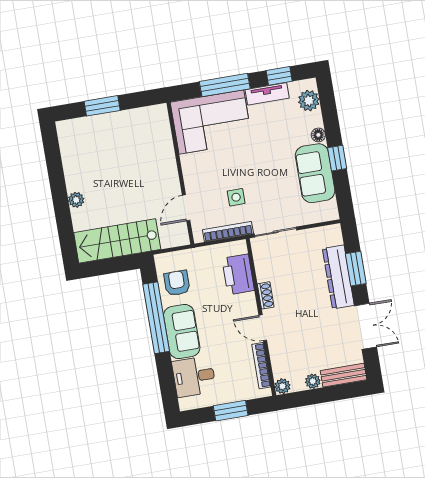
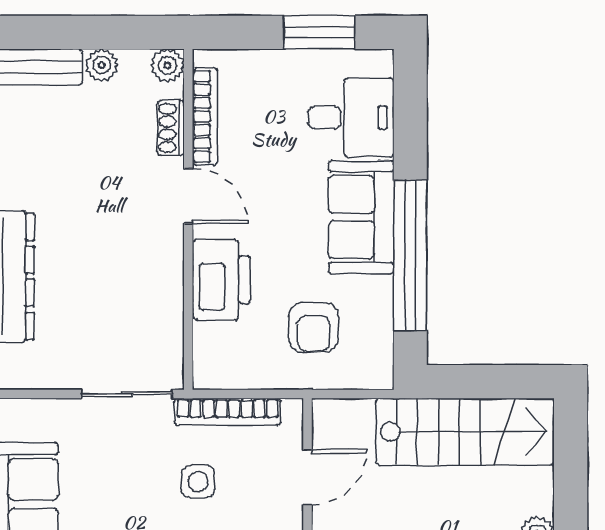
printer: (238, 274) -> (221, 280), moved
armchair: (177, 283) -> (313, 327), moved
shoe rack: (266, 295) -> (171, 128), moved
window: (231, 411) -> (320, 32), moved

